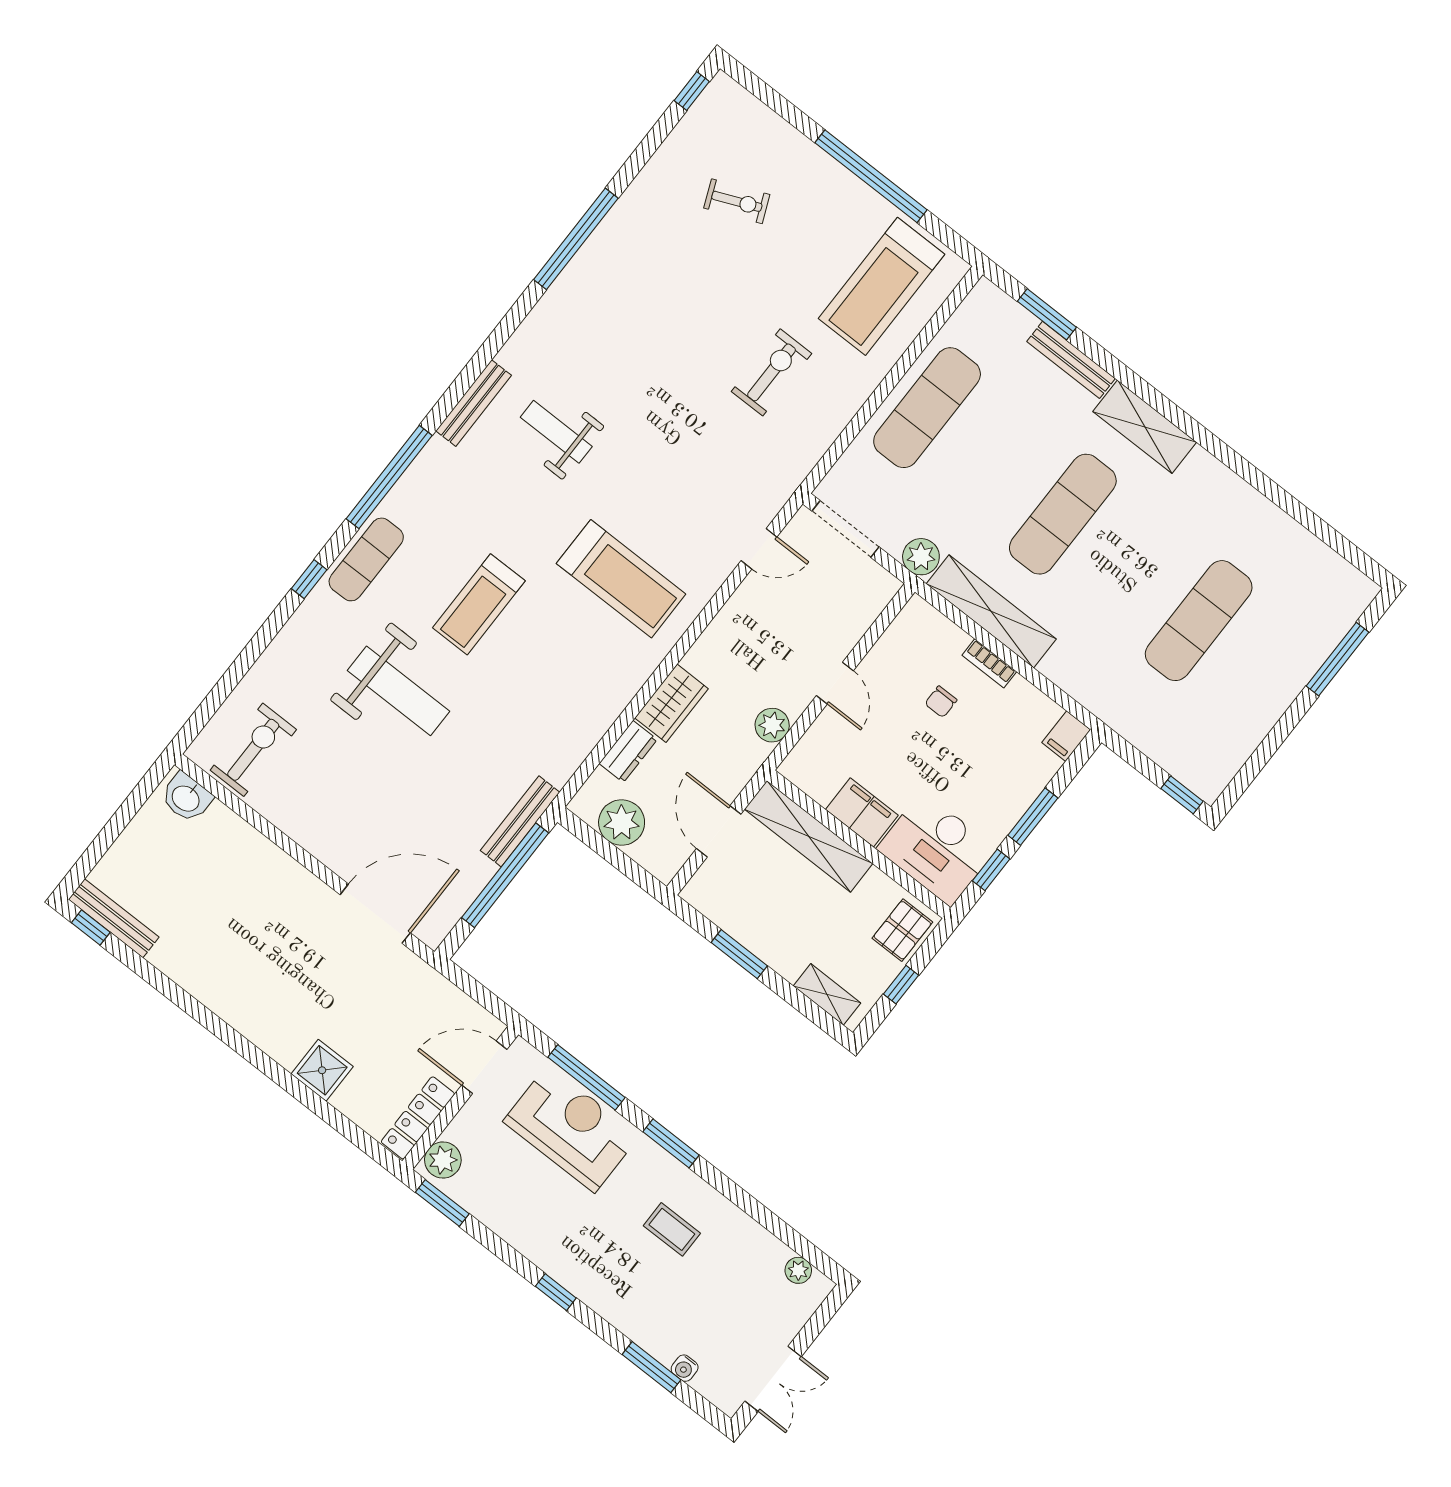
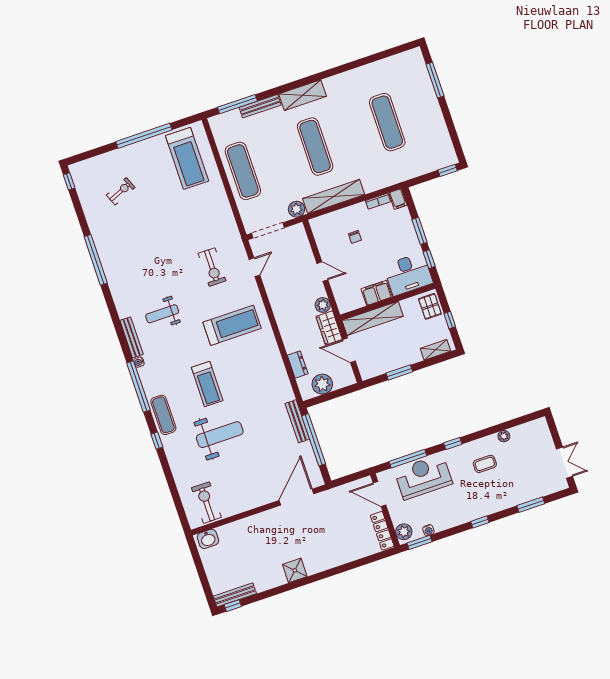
window: (1047, 314) -> (237, 104), width x1.44
exercise bike: (772, 372) -> (212, 267), moved, turned 180
water cooler: (436, 448) -> (139, 362), added
bookcase: (989, 663) -> (378, 201), moved
wardrobe: (671, 703) -> (329, 328), moved, turned 180
door: (484, 1067) -> (380, 494), hinge flipped
shower: (322, 1070) -> (295, 570), moved
window: (671, 1143) -> (453, 443), width x0.67
plant: (798, 1270) -> (504, 436), moved
water cooler: (685, 1368) -> (428, 530), moved

